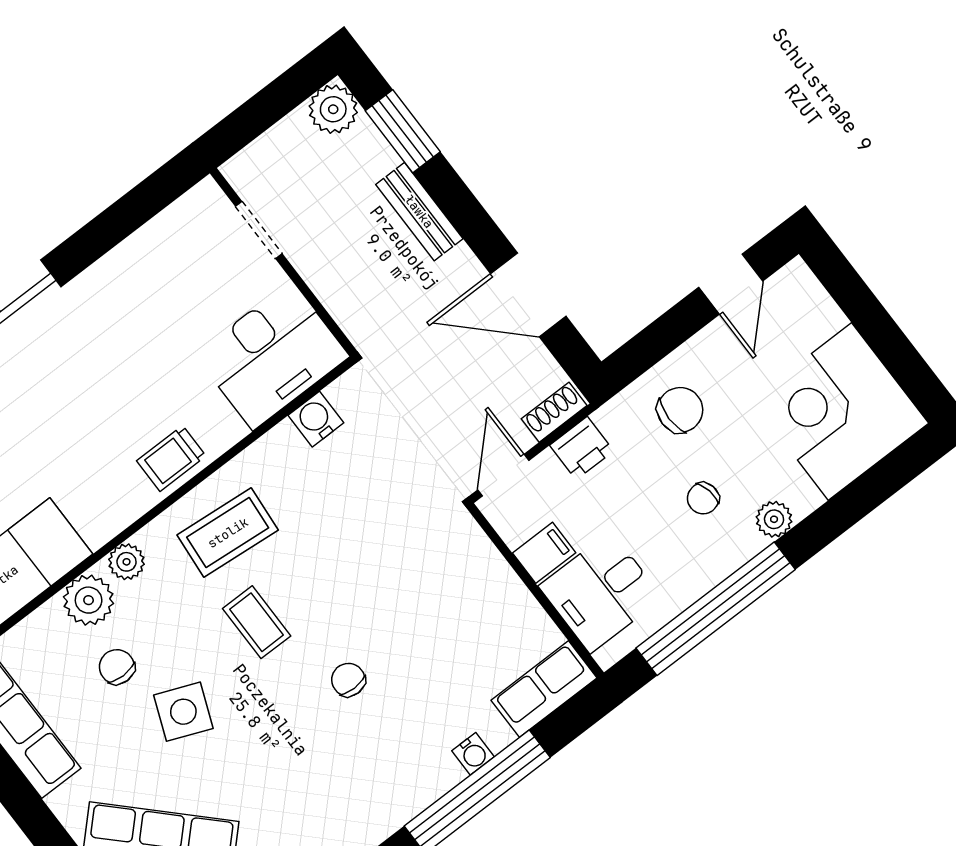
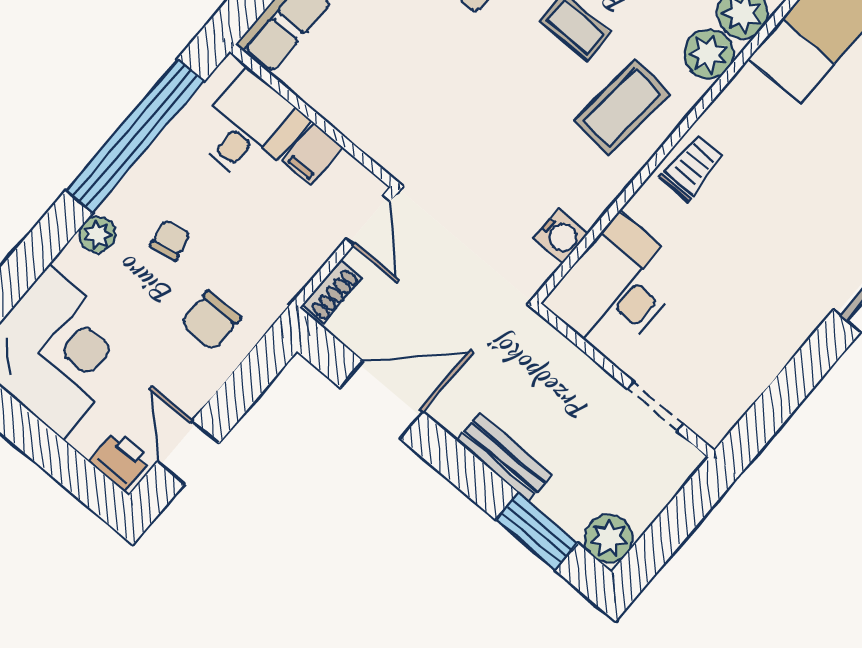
printer: (582, 448) -> (120, 461), moved, turned 90
plant: (127, 562) -> (709, 54), width x1.38, depth x1.38

